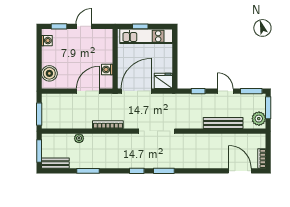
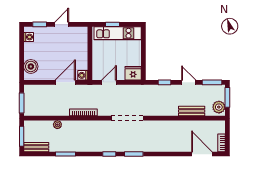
washing machine: (107, 69) -> (83, 75), moved
door: (136, 91) -> (109, 82), width x0.53
bench: (223, 123) -> (192, 111), width x0.73

